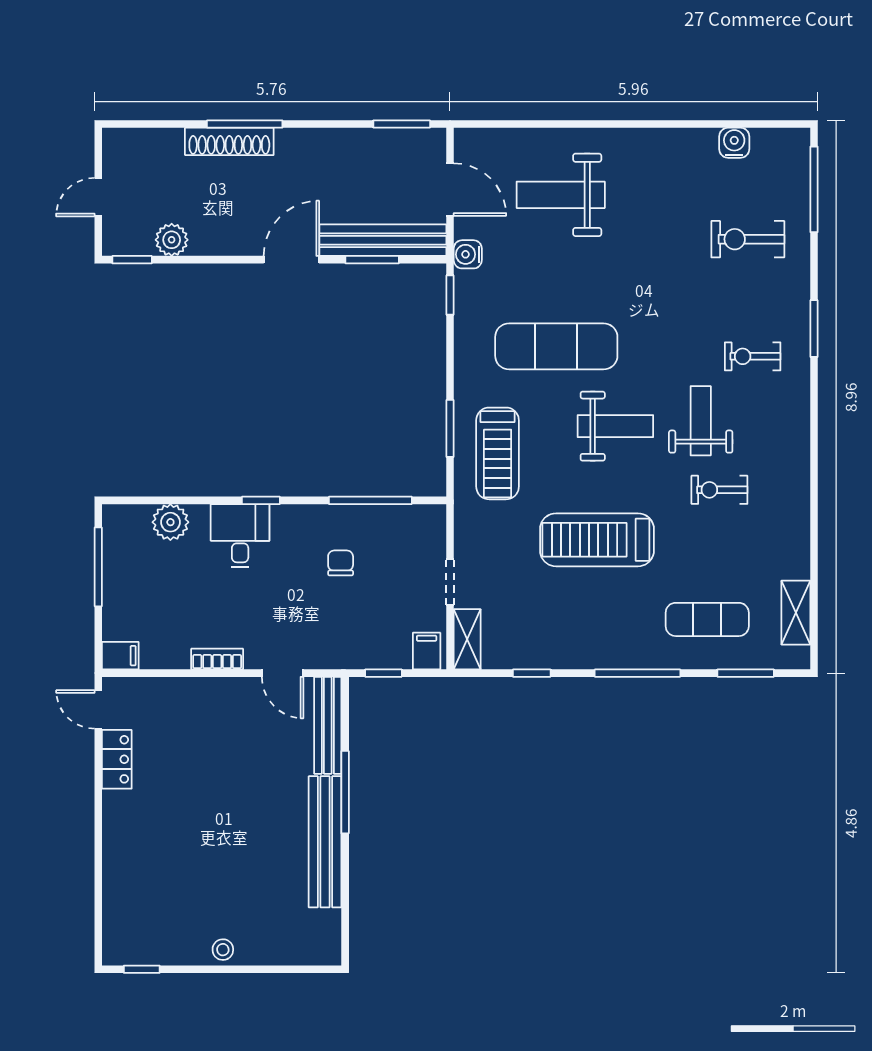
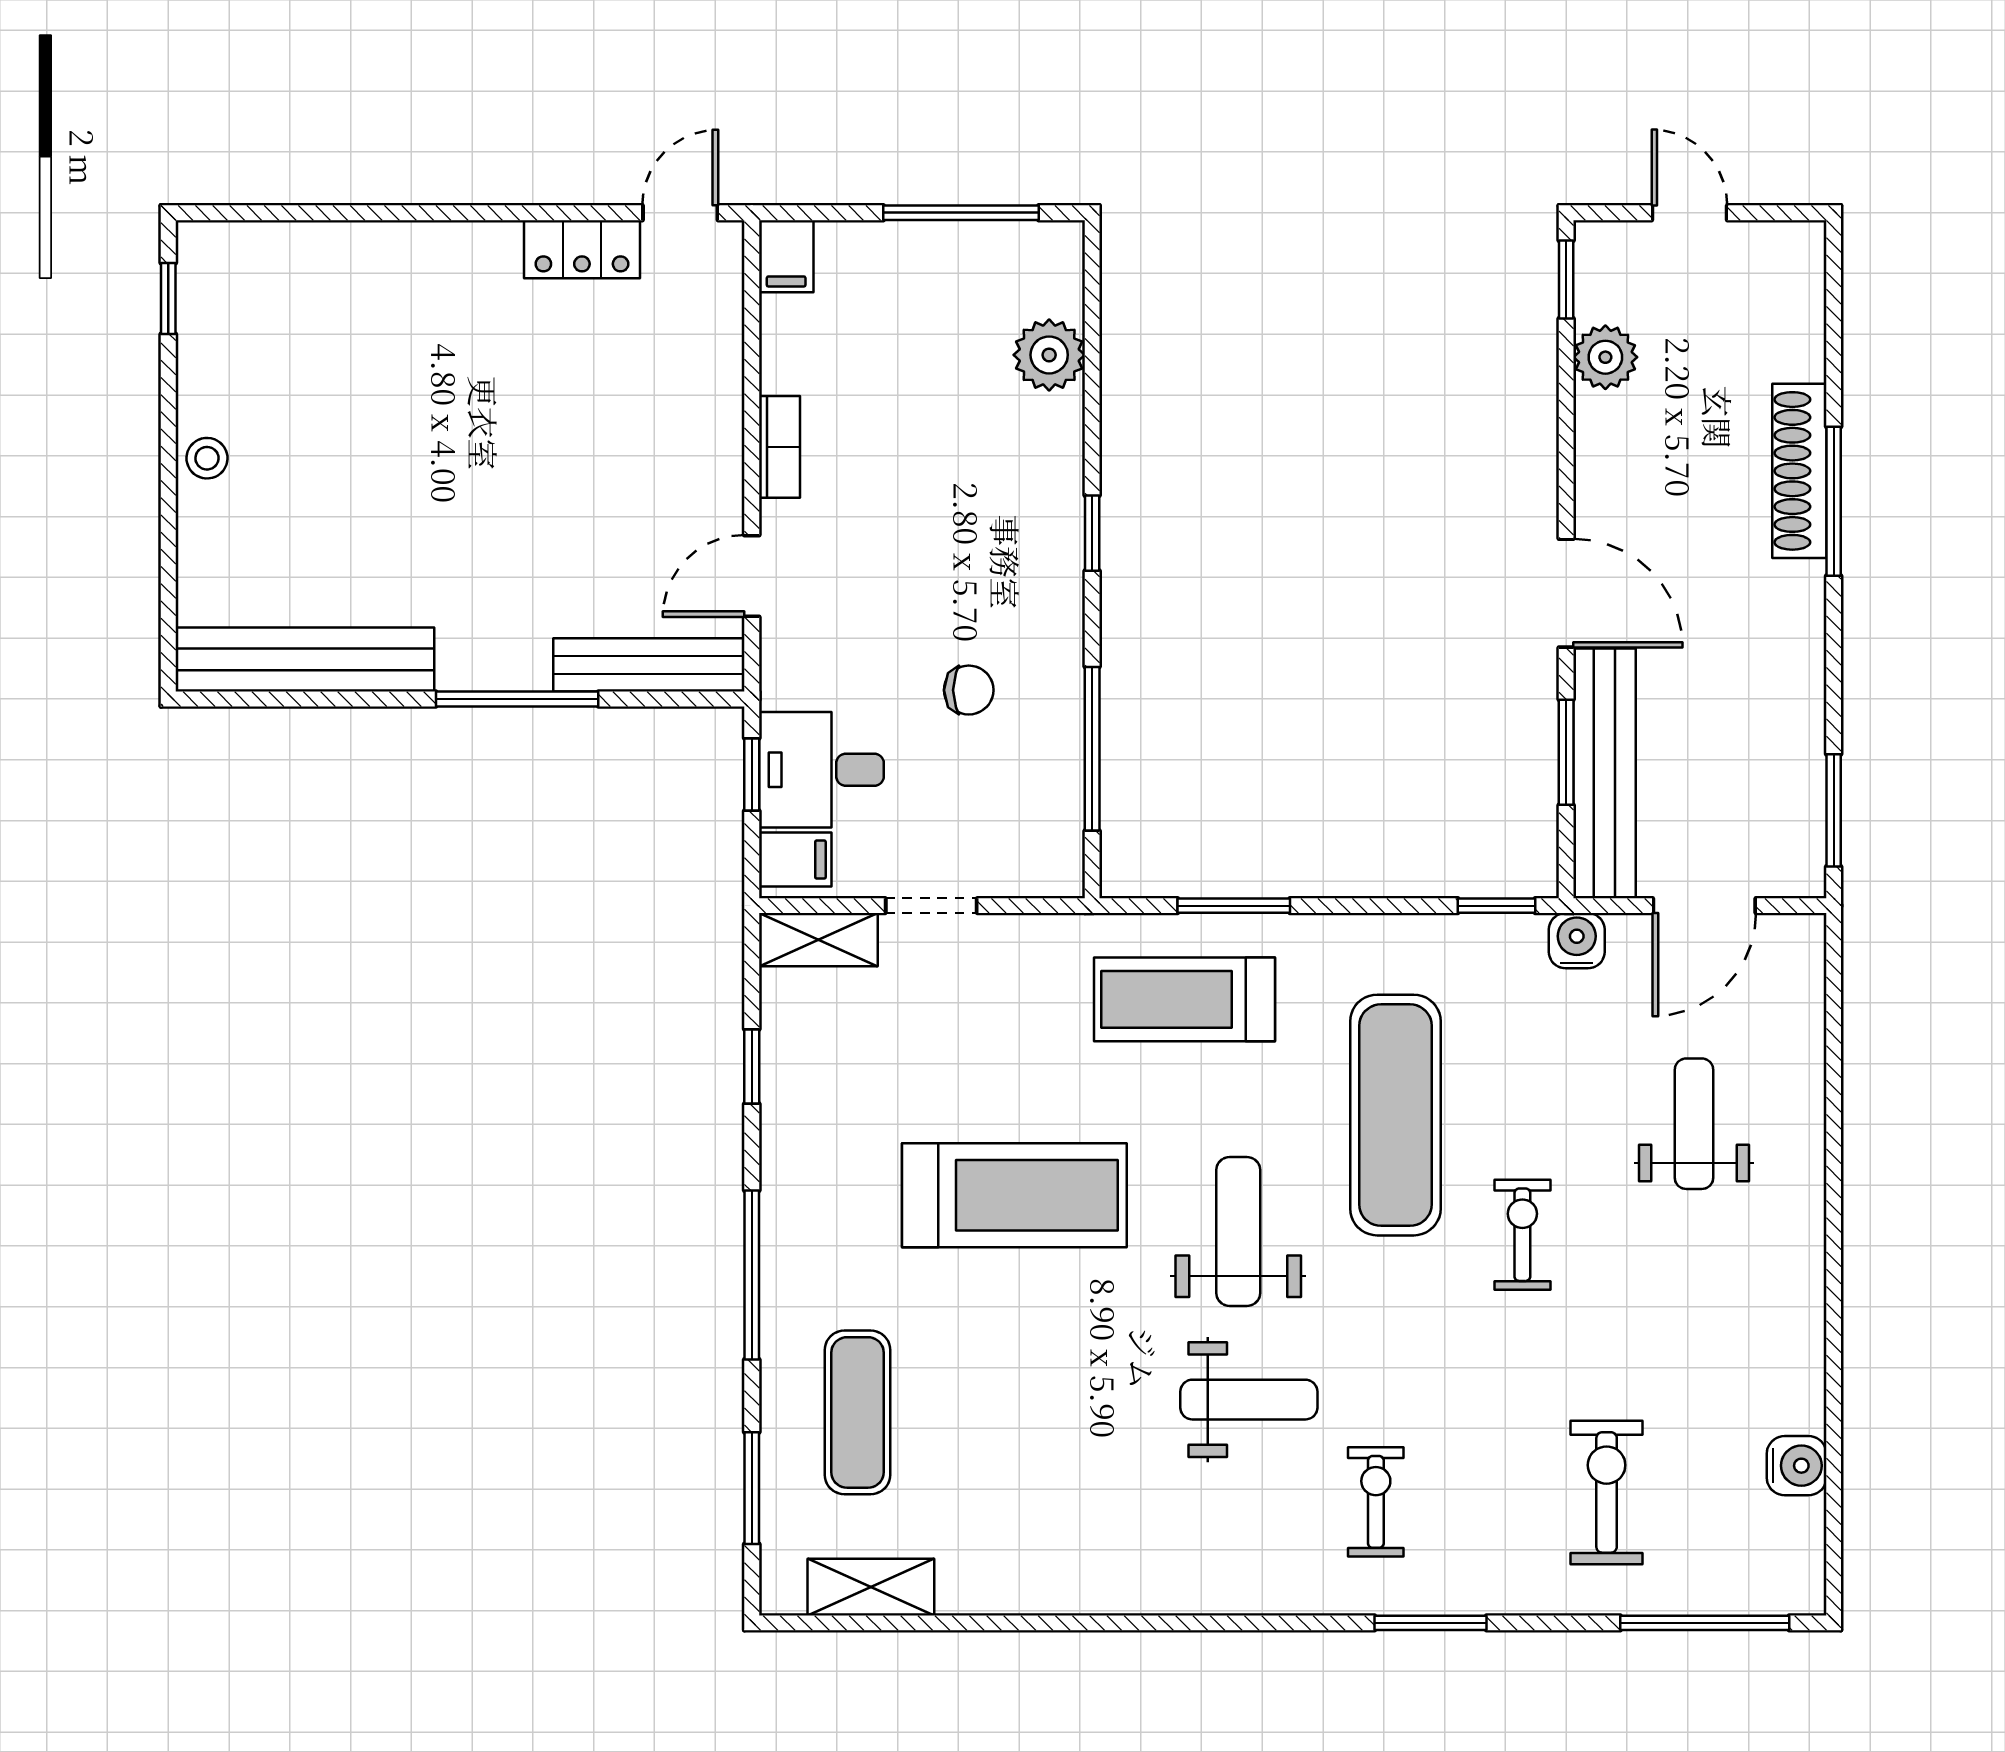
weight bench: (561, 195) -> (1694, 1124), width x0.73, depth x0.75
weight bench: (615, 426) -> (1238, 1231), turned 180
exercise bike: (719, 490) -> (1522, 1235), moved
desk: (240, 536) -> (821, 770), moved, turned 180
treadmill: (597, 540) -> (1014, 1195), turned 90
bench: (325, 842) -> (305, 660), moved

